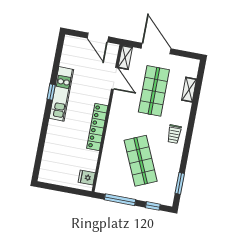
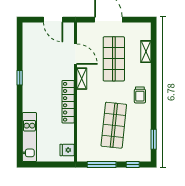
shelving: (125, 57) -> (82, 79), moved
kitchen unit: (61, 94) -> (29, 137), moved
shop shelf: (141, 161) -> (114, 125), turned 30

